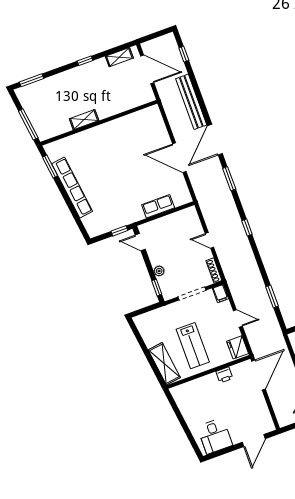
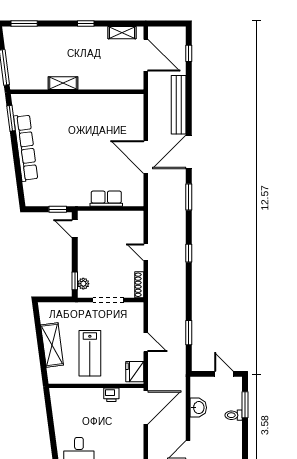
plant: (159, 271) -> (83, 284), moved
filing cabinet: (220, 294) -> (137, 311), removed
shelving: (164, 364) -> (52, 345), moved

